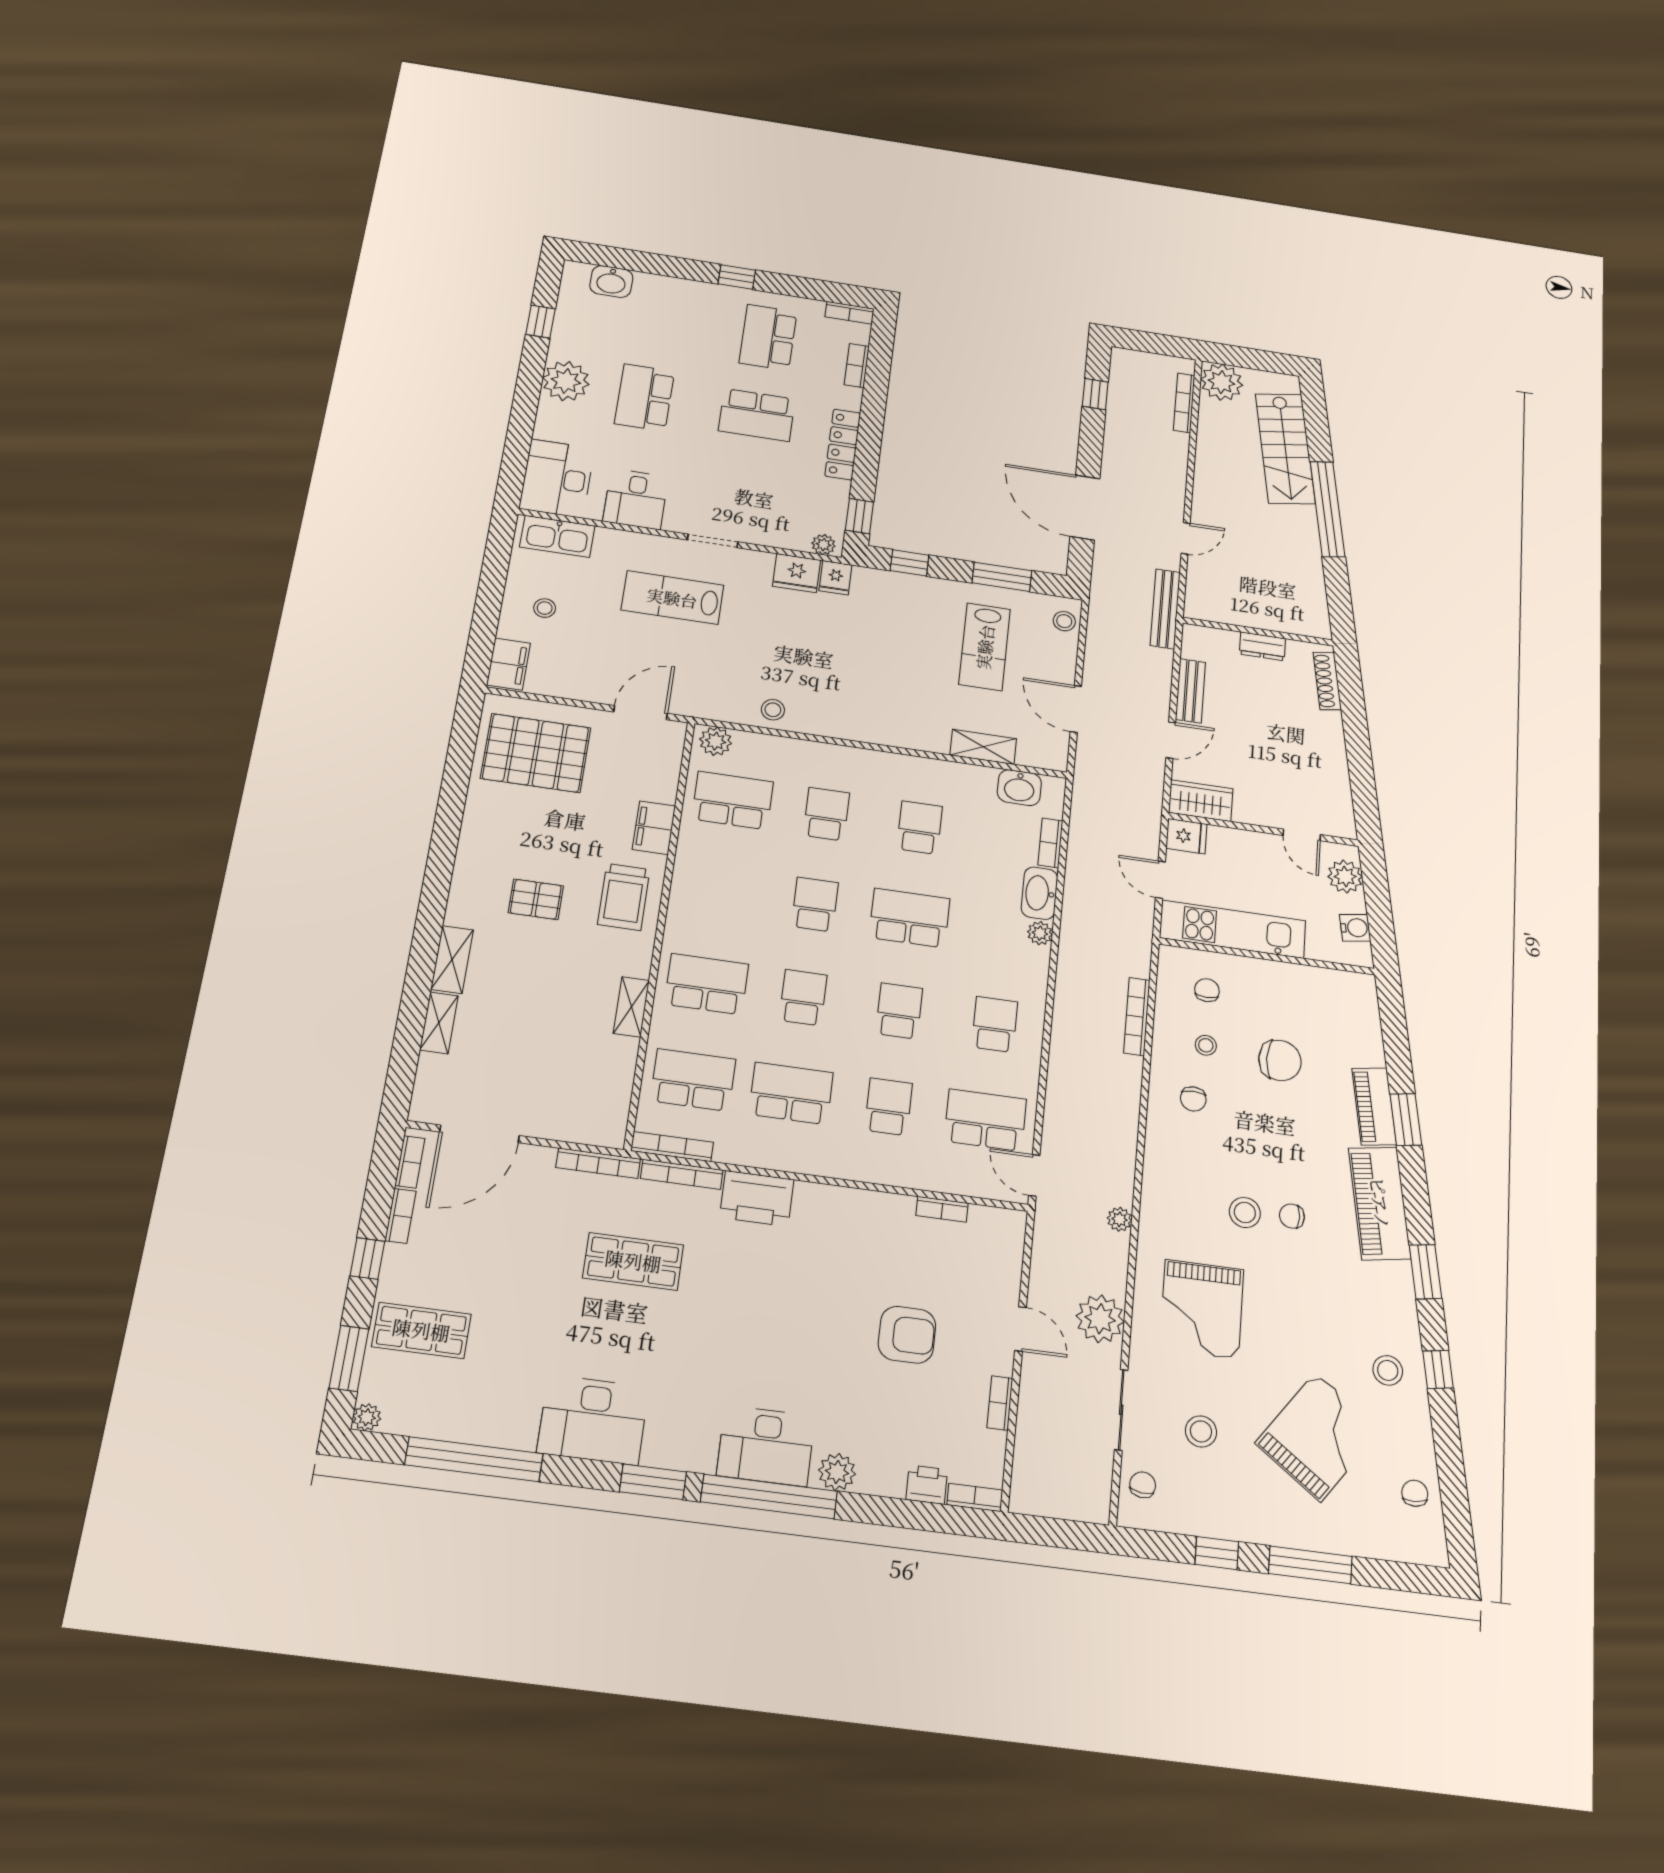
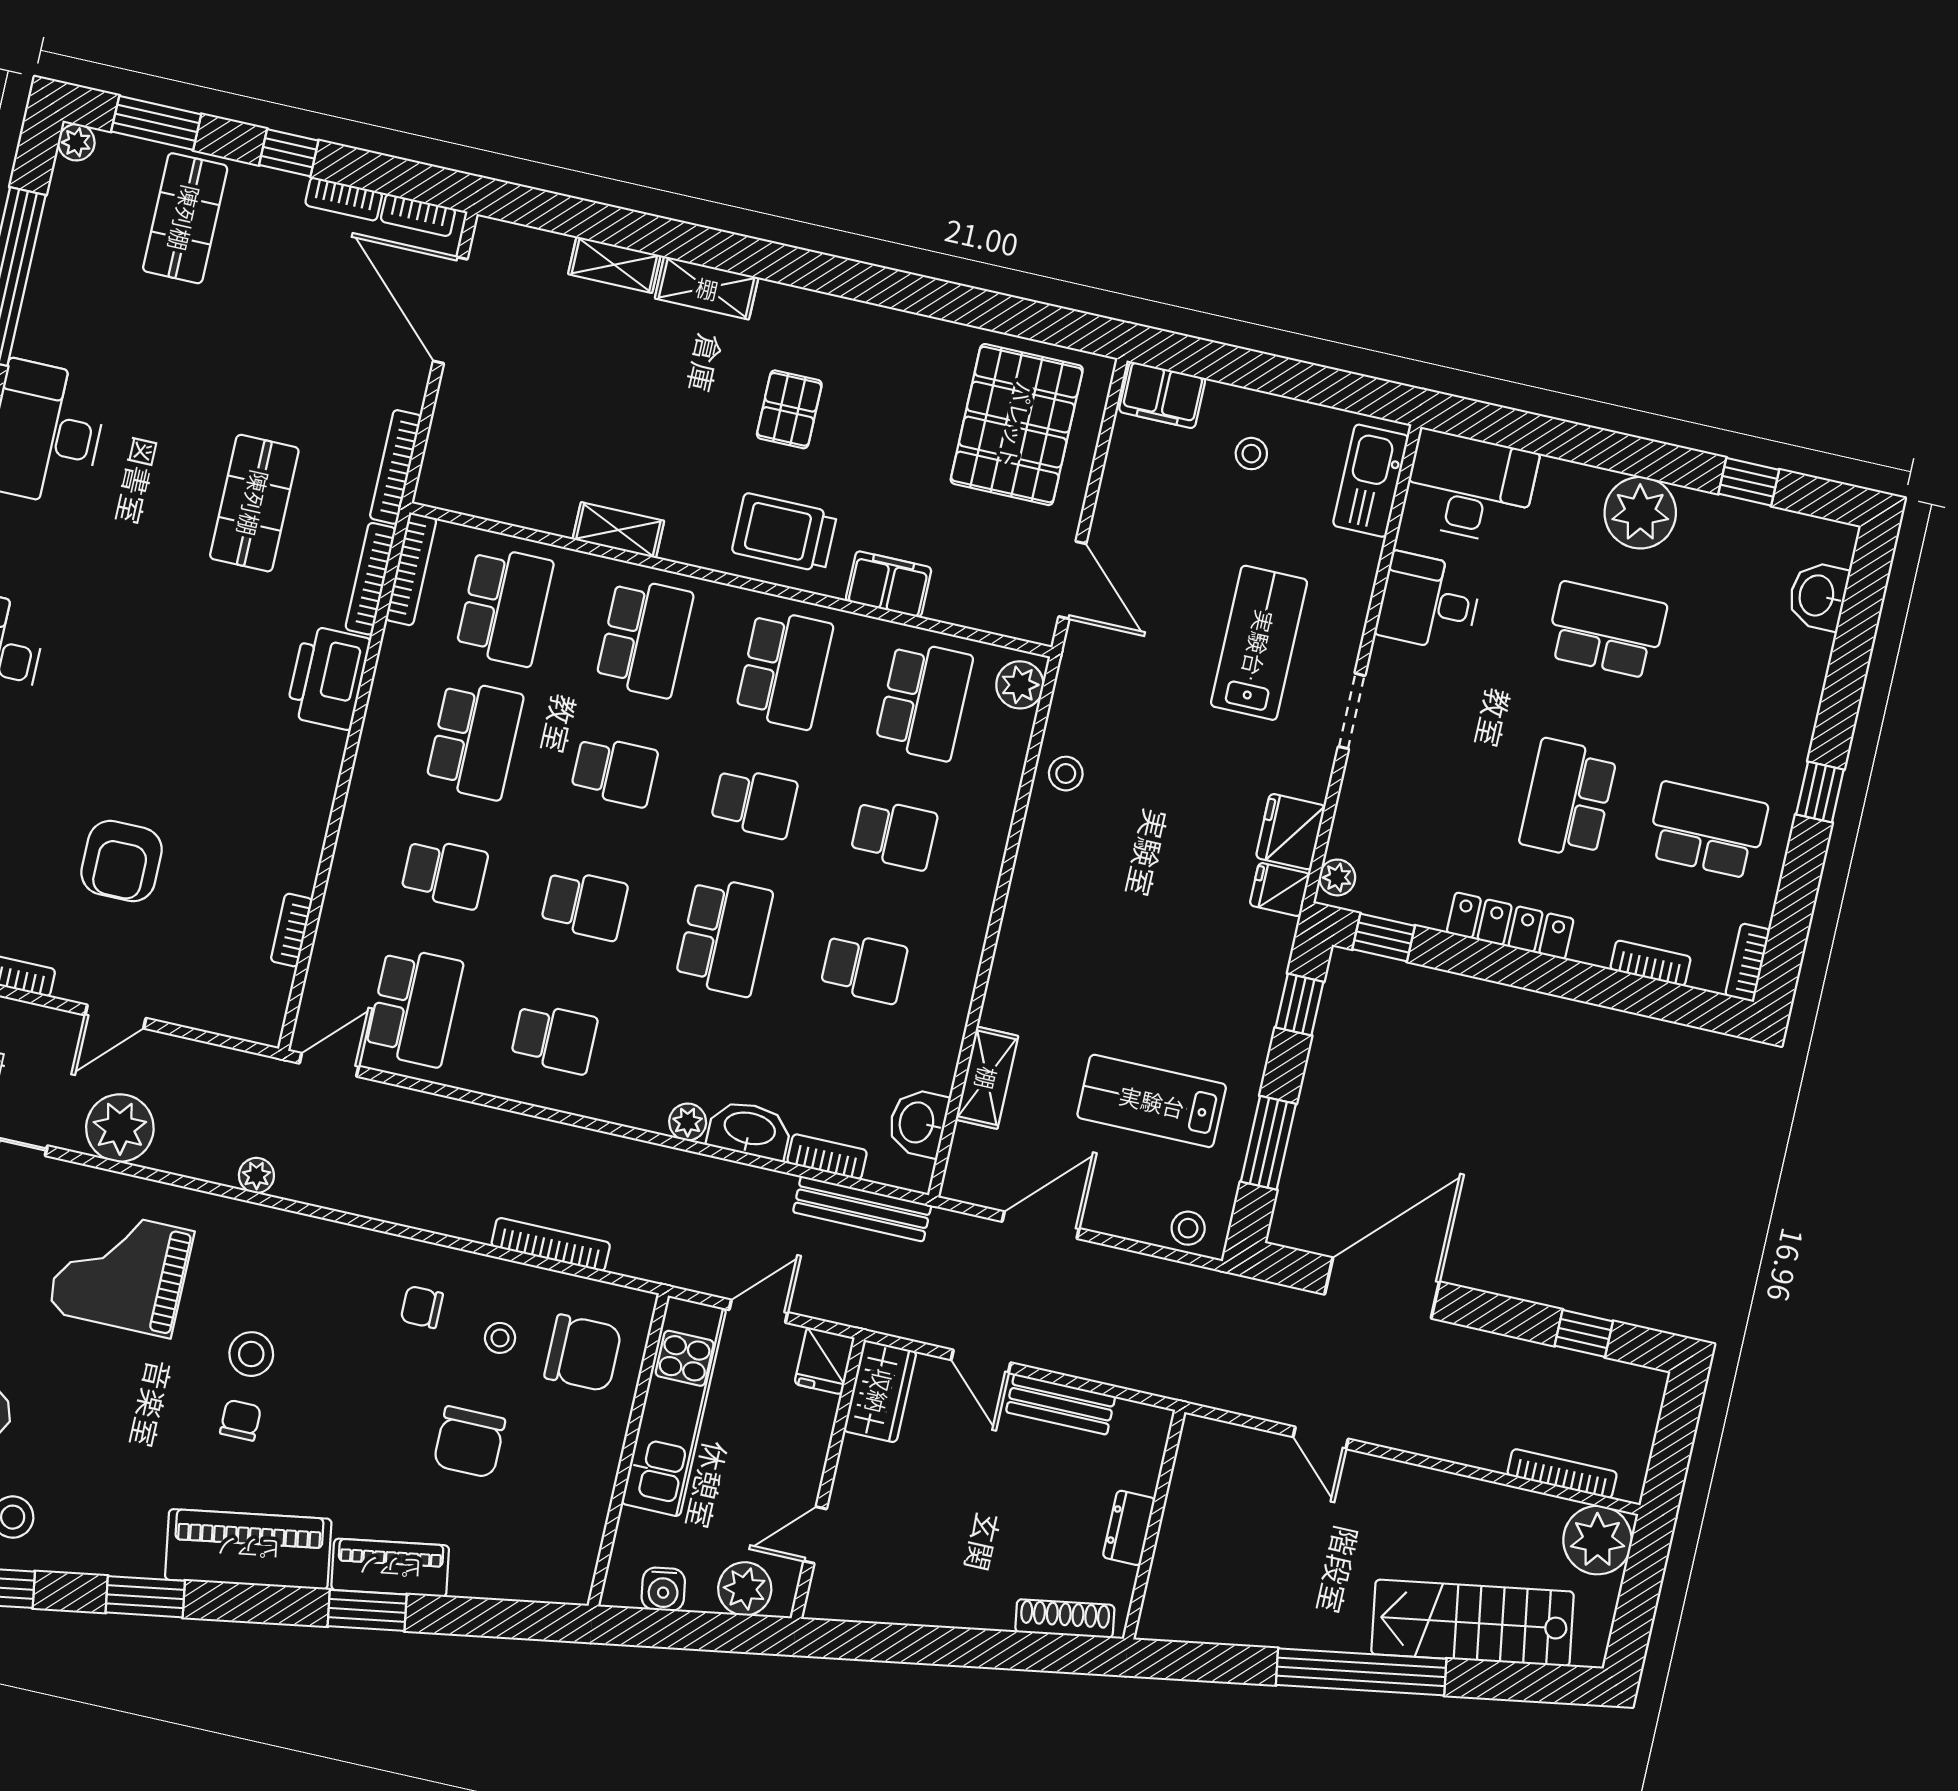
bench: (1165, 609) -> (862, 1209), moved
school desk: (720, 891) -> (784, 669), added
chair: (1207, 990) -> (583, 1353), width x1.87, depth x1.87

